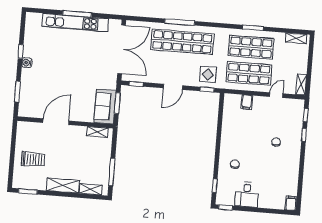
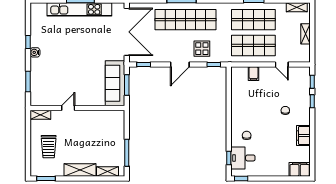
display table: (208, 74) -> (202, 49), moved
shelving: (301, 84) -> (305, 34), moved
door: (276, 95) -> (282, 65), swing flipped
sofa: (105, 106) -> (115, 83), width x1.36
door: (56, 122) -> (68, 108), width x0.53
shelving: (97, 132) -> (40, 115), moved
trolley: (33, 159) -> (49, 147), turned 90
filing cabinet: (292, 169) -> (303, 135), added
desk: (247, 195) -> (243, 158), moved, turned 90
filing cabinet: (291, 203) -> (300, 169), width x2.00

